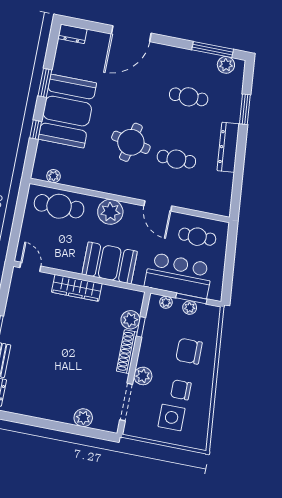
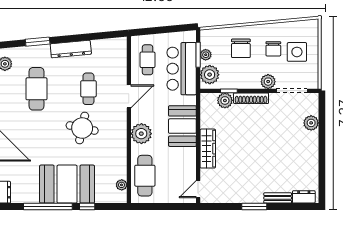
window: (45, 83) -> (48, 207), width x2.11
cafe table: (189, 97) -> (36, 89), width x1.37, depth x1.35
plant: (166, 302) -> (210, 75), width x1.88, depth x1.88

